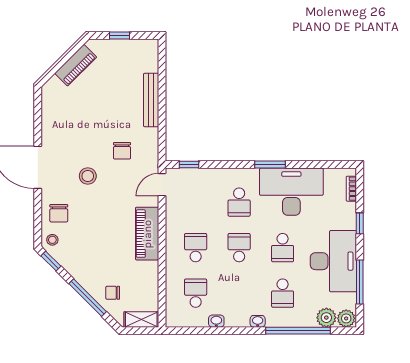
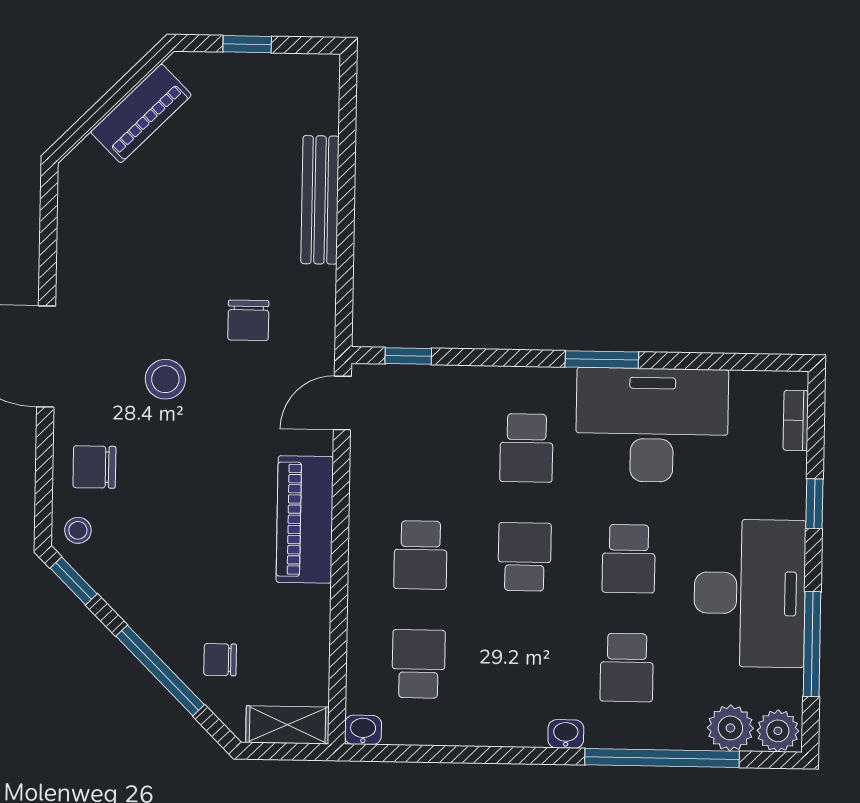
chair: (59, 213) -> (94, 467), turned 90
school desk: (196, 248) -> (420, 555), turned 180
washbasin: (216, 321) -> (363, 730), moved

